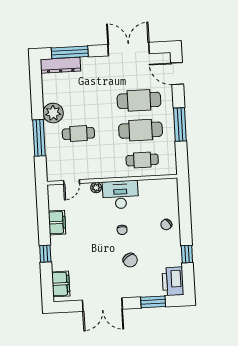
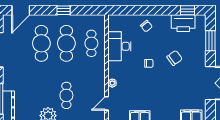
window: (180, 125) -> (63, 10), width x0.46
door: (72, 182) -> (107, 103), swing flipped
desk: (120, 195) -> (119, 46), moved
window: (187, 254) -> (188, 10), moved
printer: (173, 281) -> (183, 23), moved

